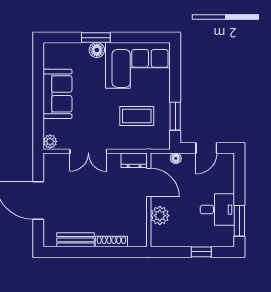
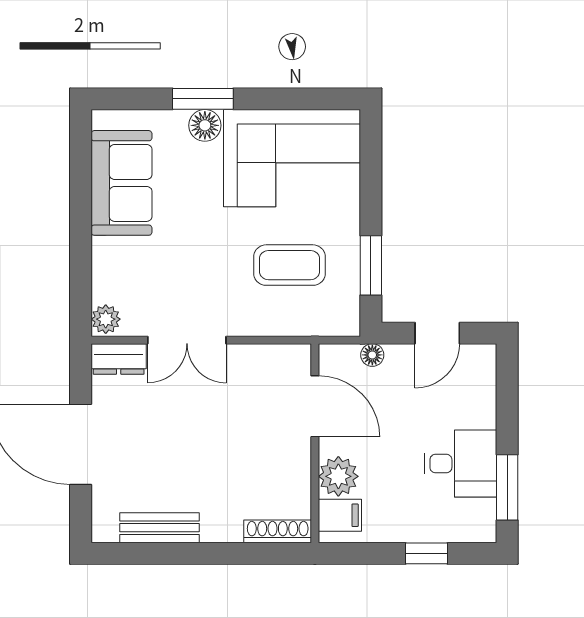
sofa: (58, 94) -> (121, 183), moved
dresser: (134, 160) -> (119, 359), moved
filing cabinet: (161, 234) -> (340, 515), added
shoe rack: (111, 242) -> (278, 531), moved

